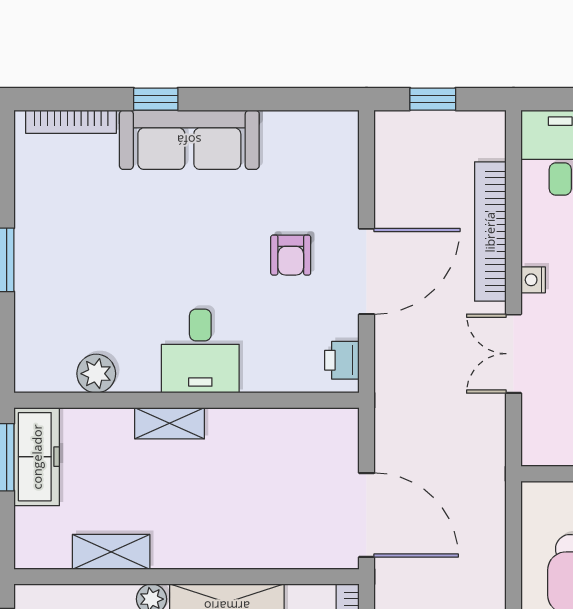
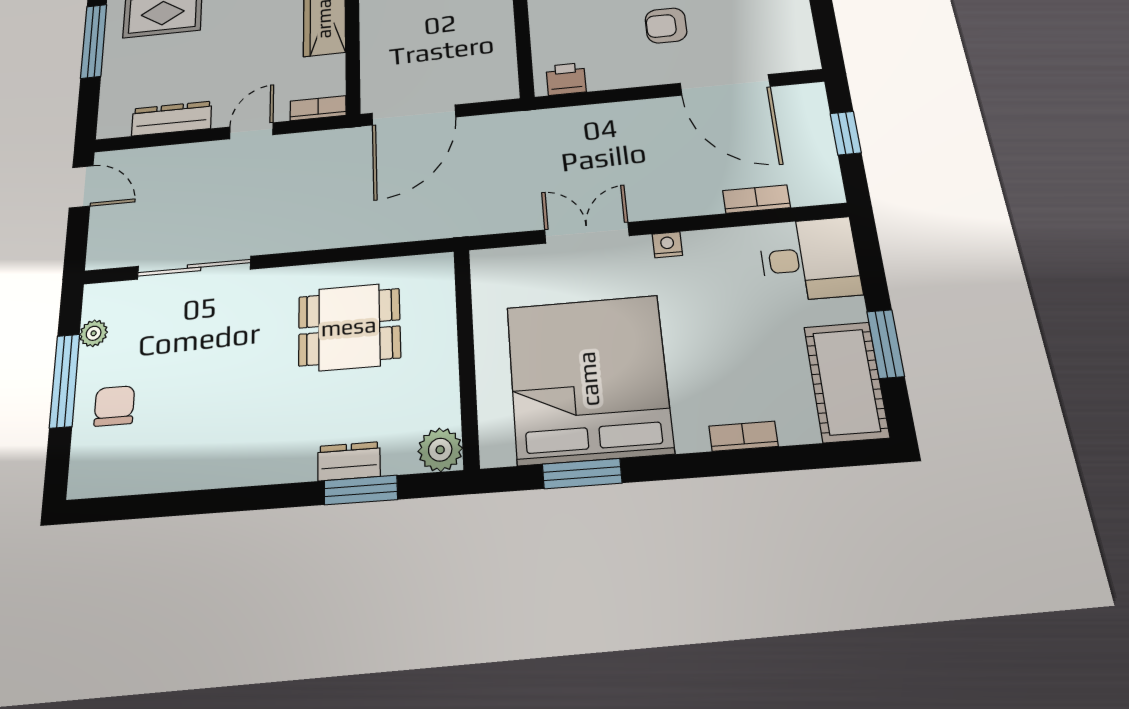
bookcase: (490, 232) -> (756, 199), width x0.43, depth x0.76
door: (367, 271) -> (725, 85), moved

